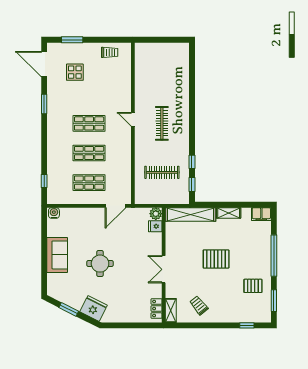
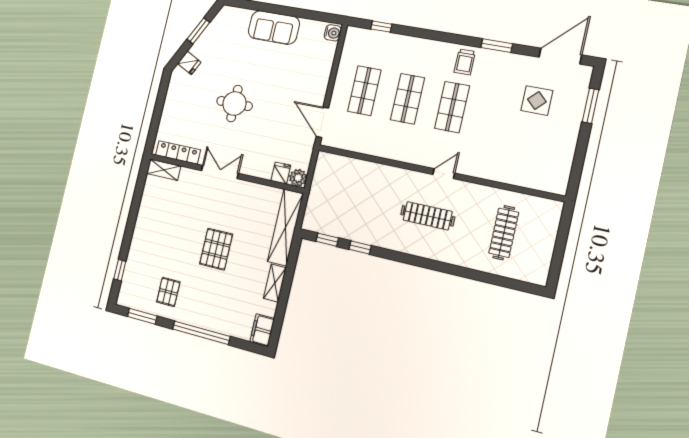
trolley: (110, 52) -> (465, 62), moved
clothes rail: (162, 172) -> (504, 233), moved
round table: (100, 264) -> (234, 104), moved
trolley: (199, 305) -> (161, 210), removed
fridge: (94, 308) -> (189, 63), width x0.53, depth x0.75
locker: (157, 309) -> (178, 152), width x1.53

